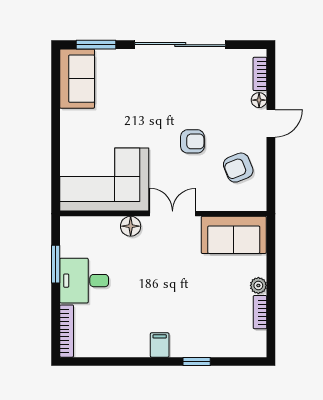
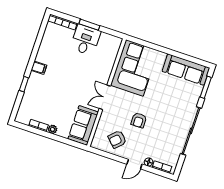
sofa: (77, 79) -> (186, 70), width x1.36
door: (271, 123) -> (134, 164), hinge flipped
armchair: (238, 168) -> (117, 139), turned -112
double door: (173, 214) -> (105, 97), swing flipped
floor lamp: (131, 226) -> (106, 73), removed
window: (56, 264) -> (89, 25), moved

